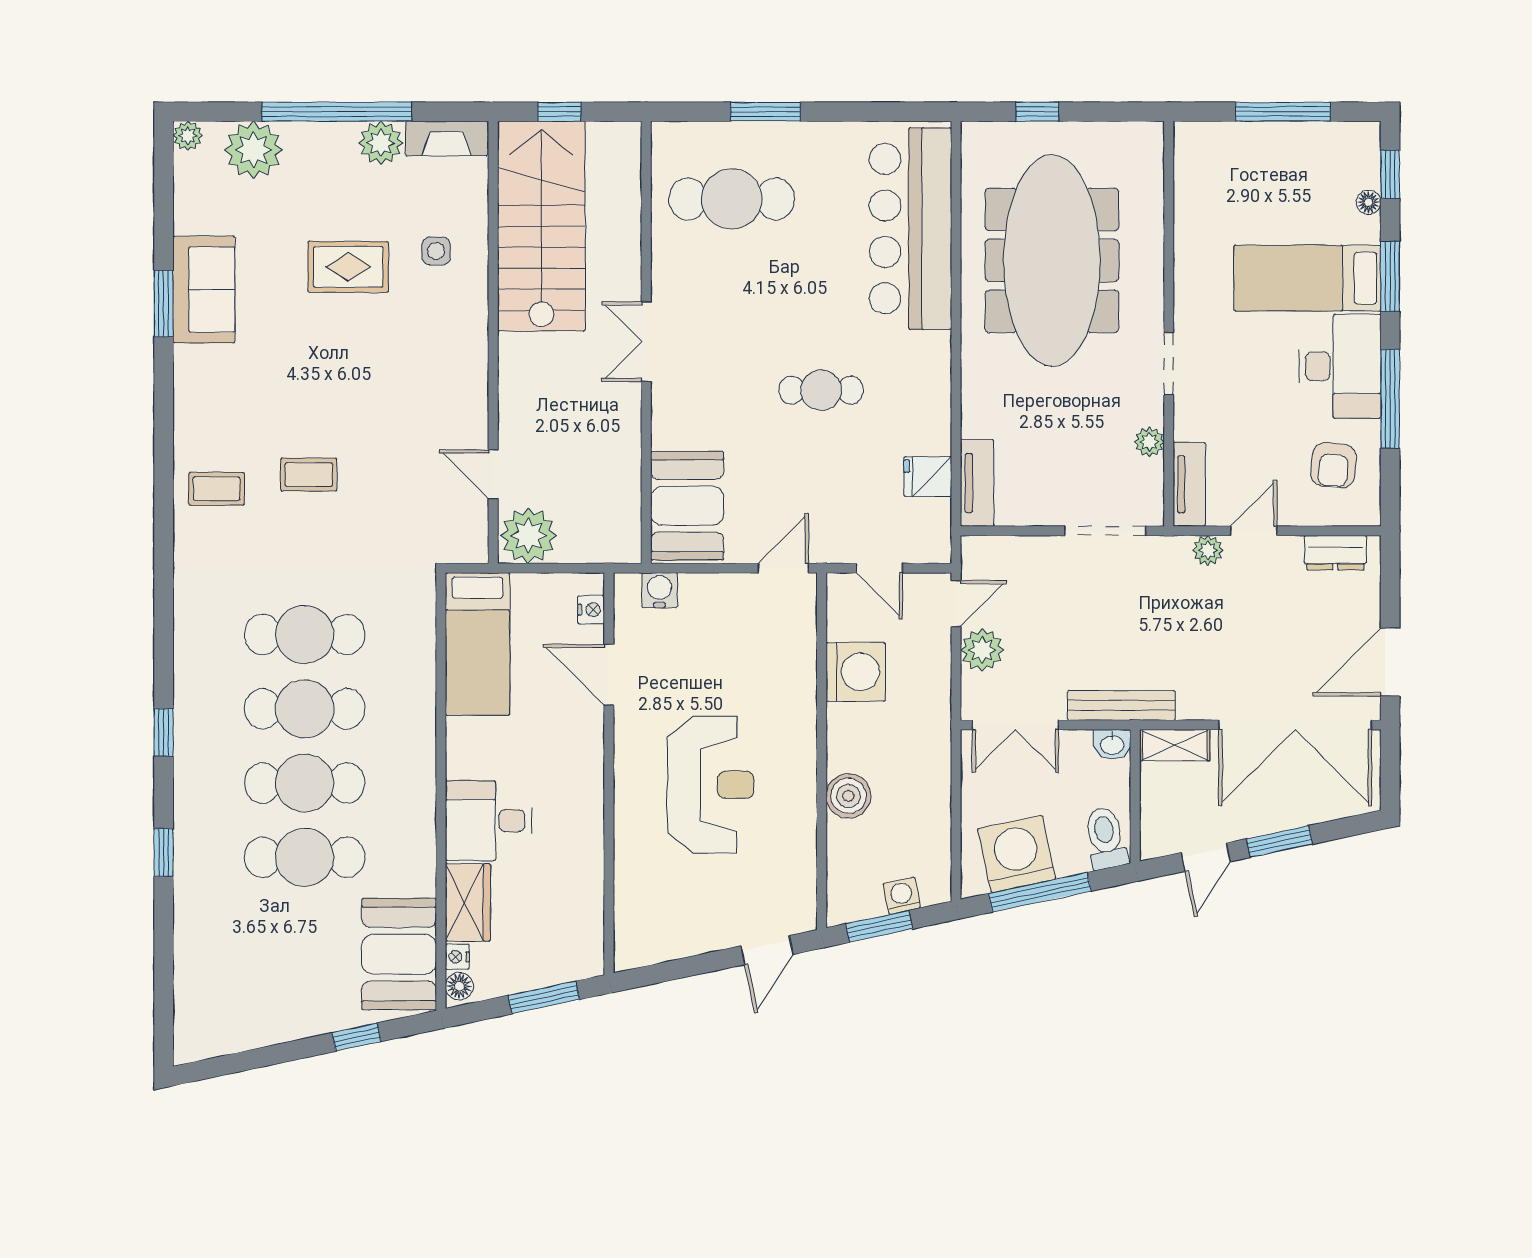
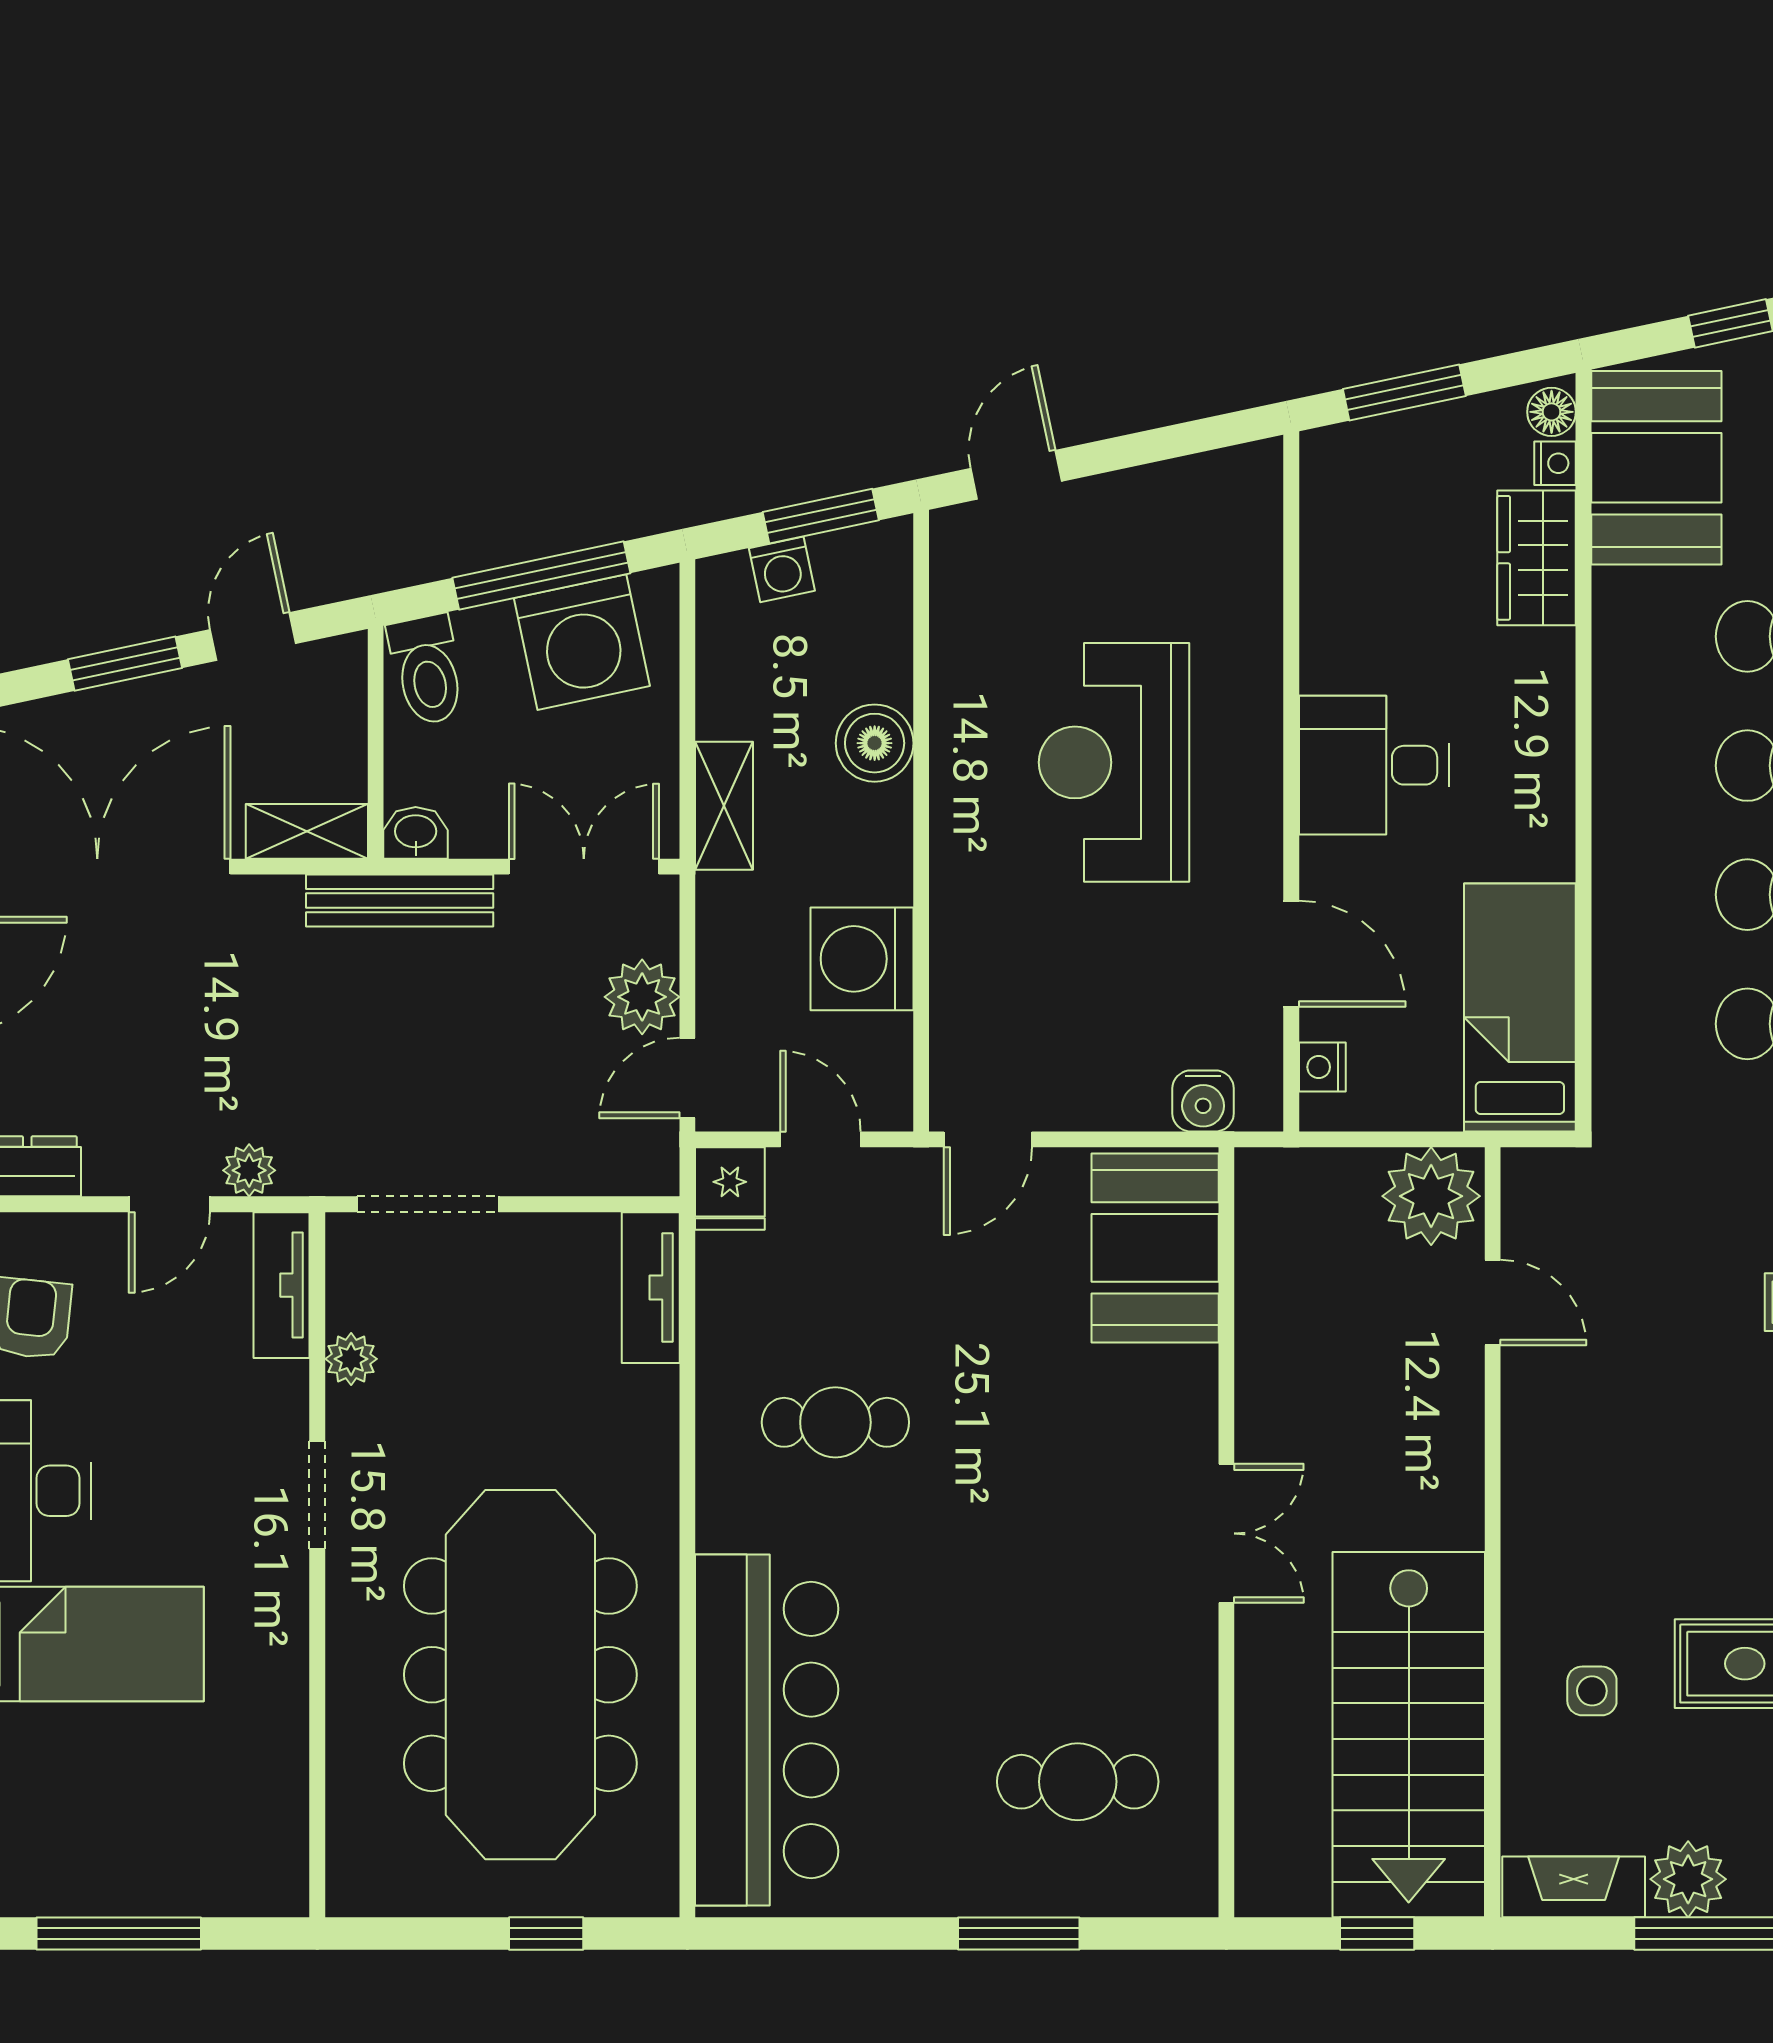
cafe table: (732, 199) -> (1078, 1782), width x0.73, depth x0.74
cafe table: (821, 390) -> (835, 1422), moved
fridge: (928, 476) -> (730, 1188), moved, turned 90
shelving: (935, 760) -> (724, 806), added
desk: (488, 821) -> (1374, 765), moved, turned 180

